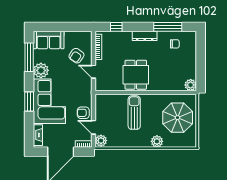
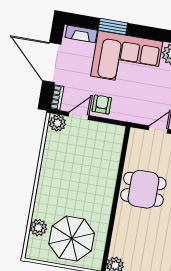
window: (29, 101) -> (113, 27), moved
sun lounger: (134, 113) -> (89, 178), removed
plant: (157, 141) -> (38, 228), moved

